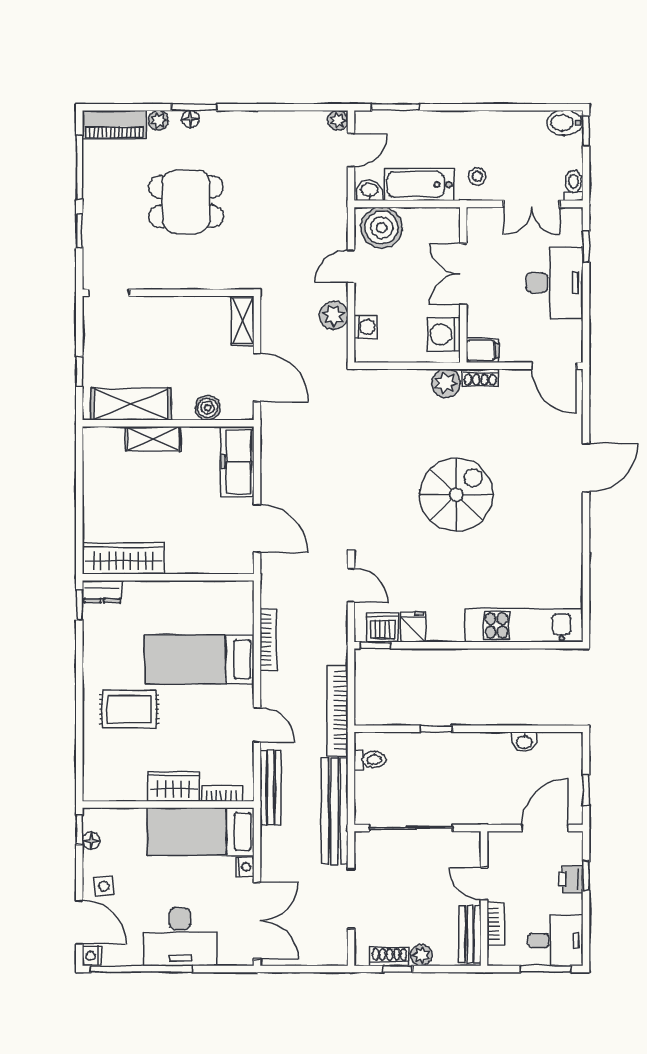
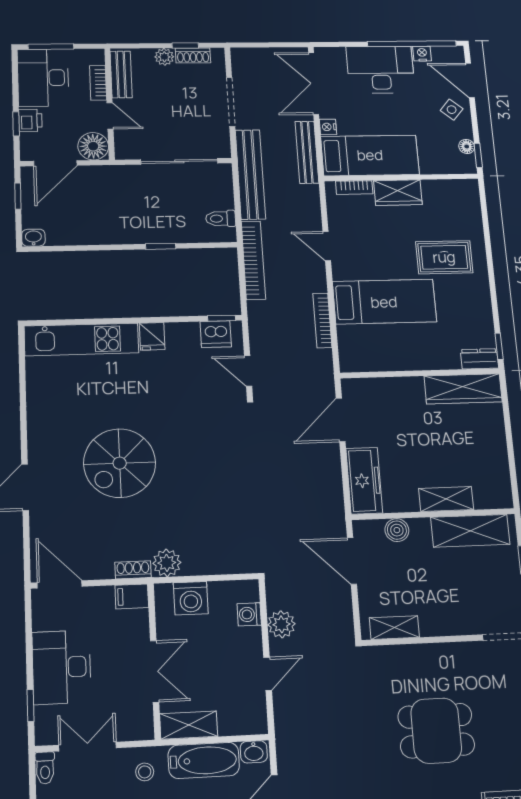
shelving: (432, 220) -> (189, 725), added
boiler: (382, 228) -> (239, 714), removed
shelving: (243, 321) -> (394, 628), moved, turned 90
washing machine: (443, 334) -> (191, 598), moved, turned 90
spiral stairs: (456, 495) -> (120, 463), moved
door: (257, 528) -> (341, 420), hinge flipped
fridge: (413, 627) -> (152, 336), moved
washbasin: (524, 742) -> (33, 238), moved
bench: (271, 788) -> (307, 152), moved
floor lamp: (504, 848) -> (93, 146), added
side table: (104, 886) -> (452, 110), turned 45
desk: (555, 940) -> (43, 78), width x1.37
nightstand: (92, 956) -> (422, 54), moved, turned -90

